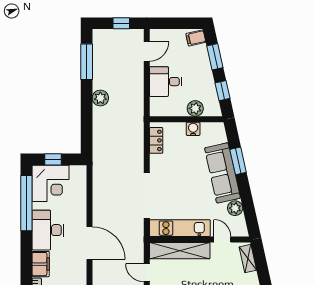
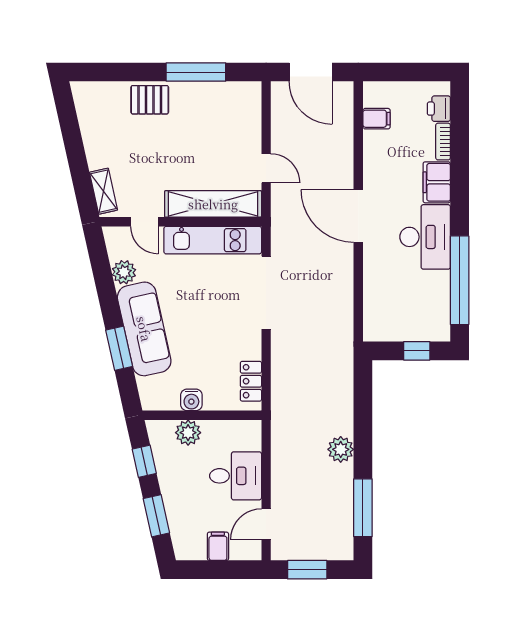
window: (121, 23) -> (307, 570), width x1.50
filing cabinet: (196, 38) -> (218, 546), moved, turned -77
corner desk: (50, 183) -> (421, 312), removed

